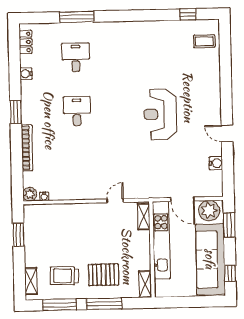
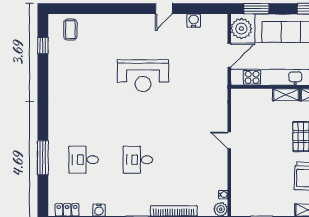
door: (115, 201) -> (229, 140), moved
shelving: (144, 217) -> (286, 95), moved

